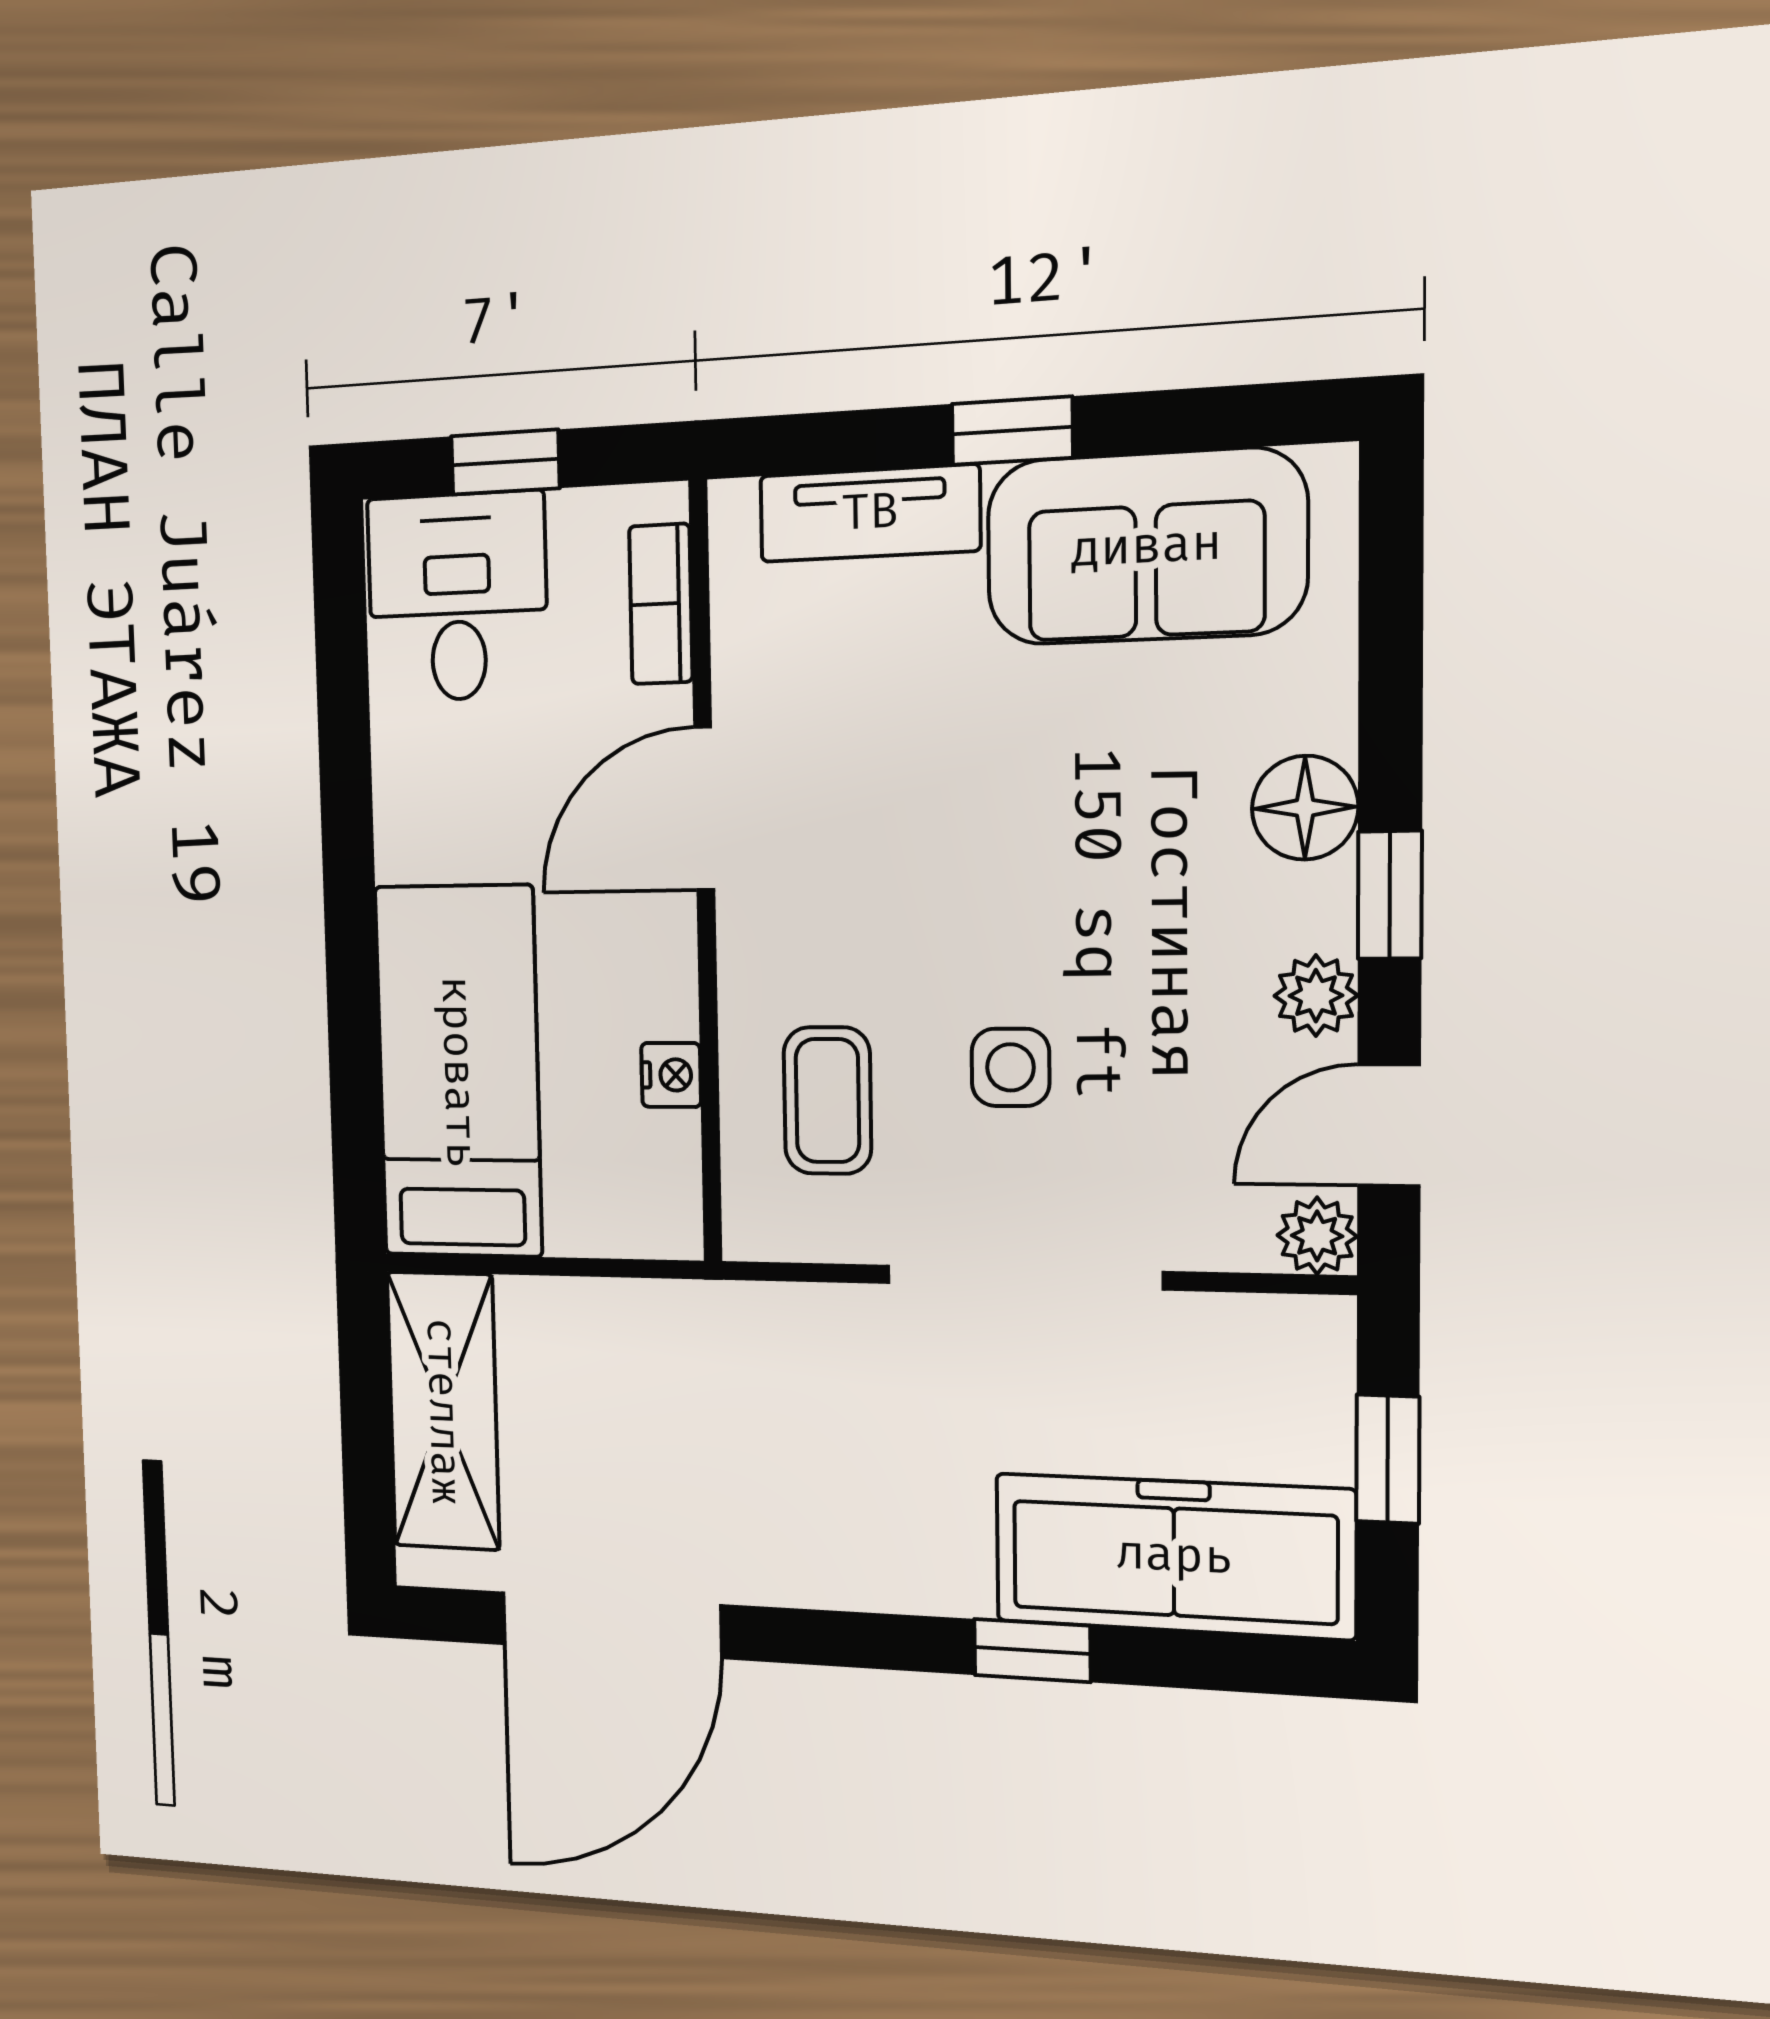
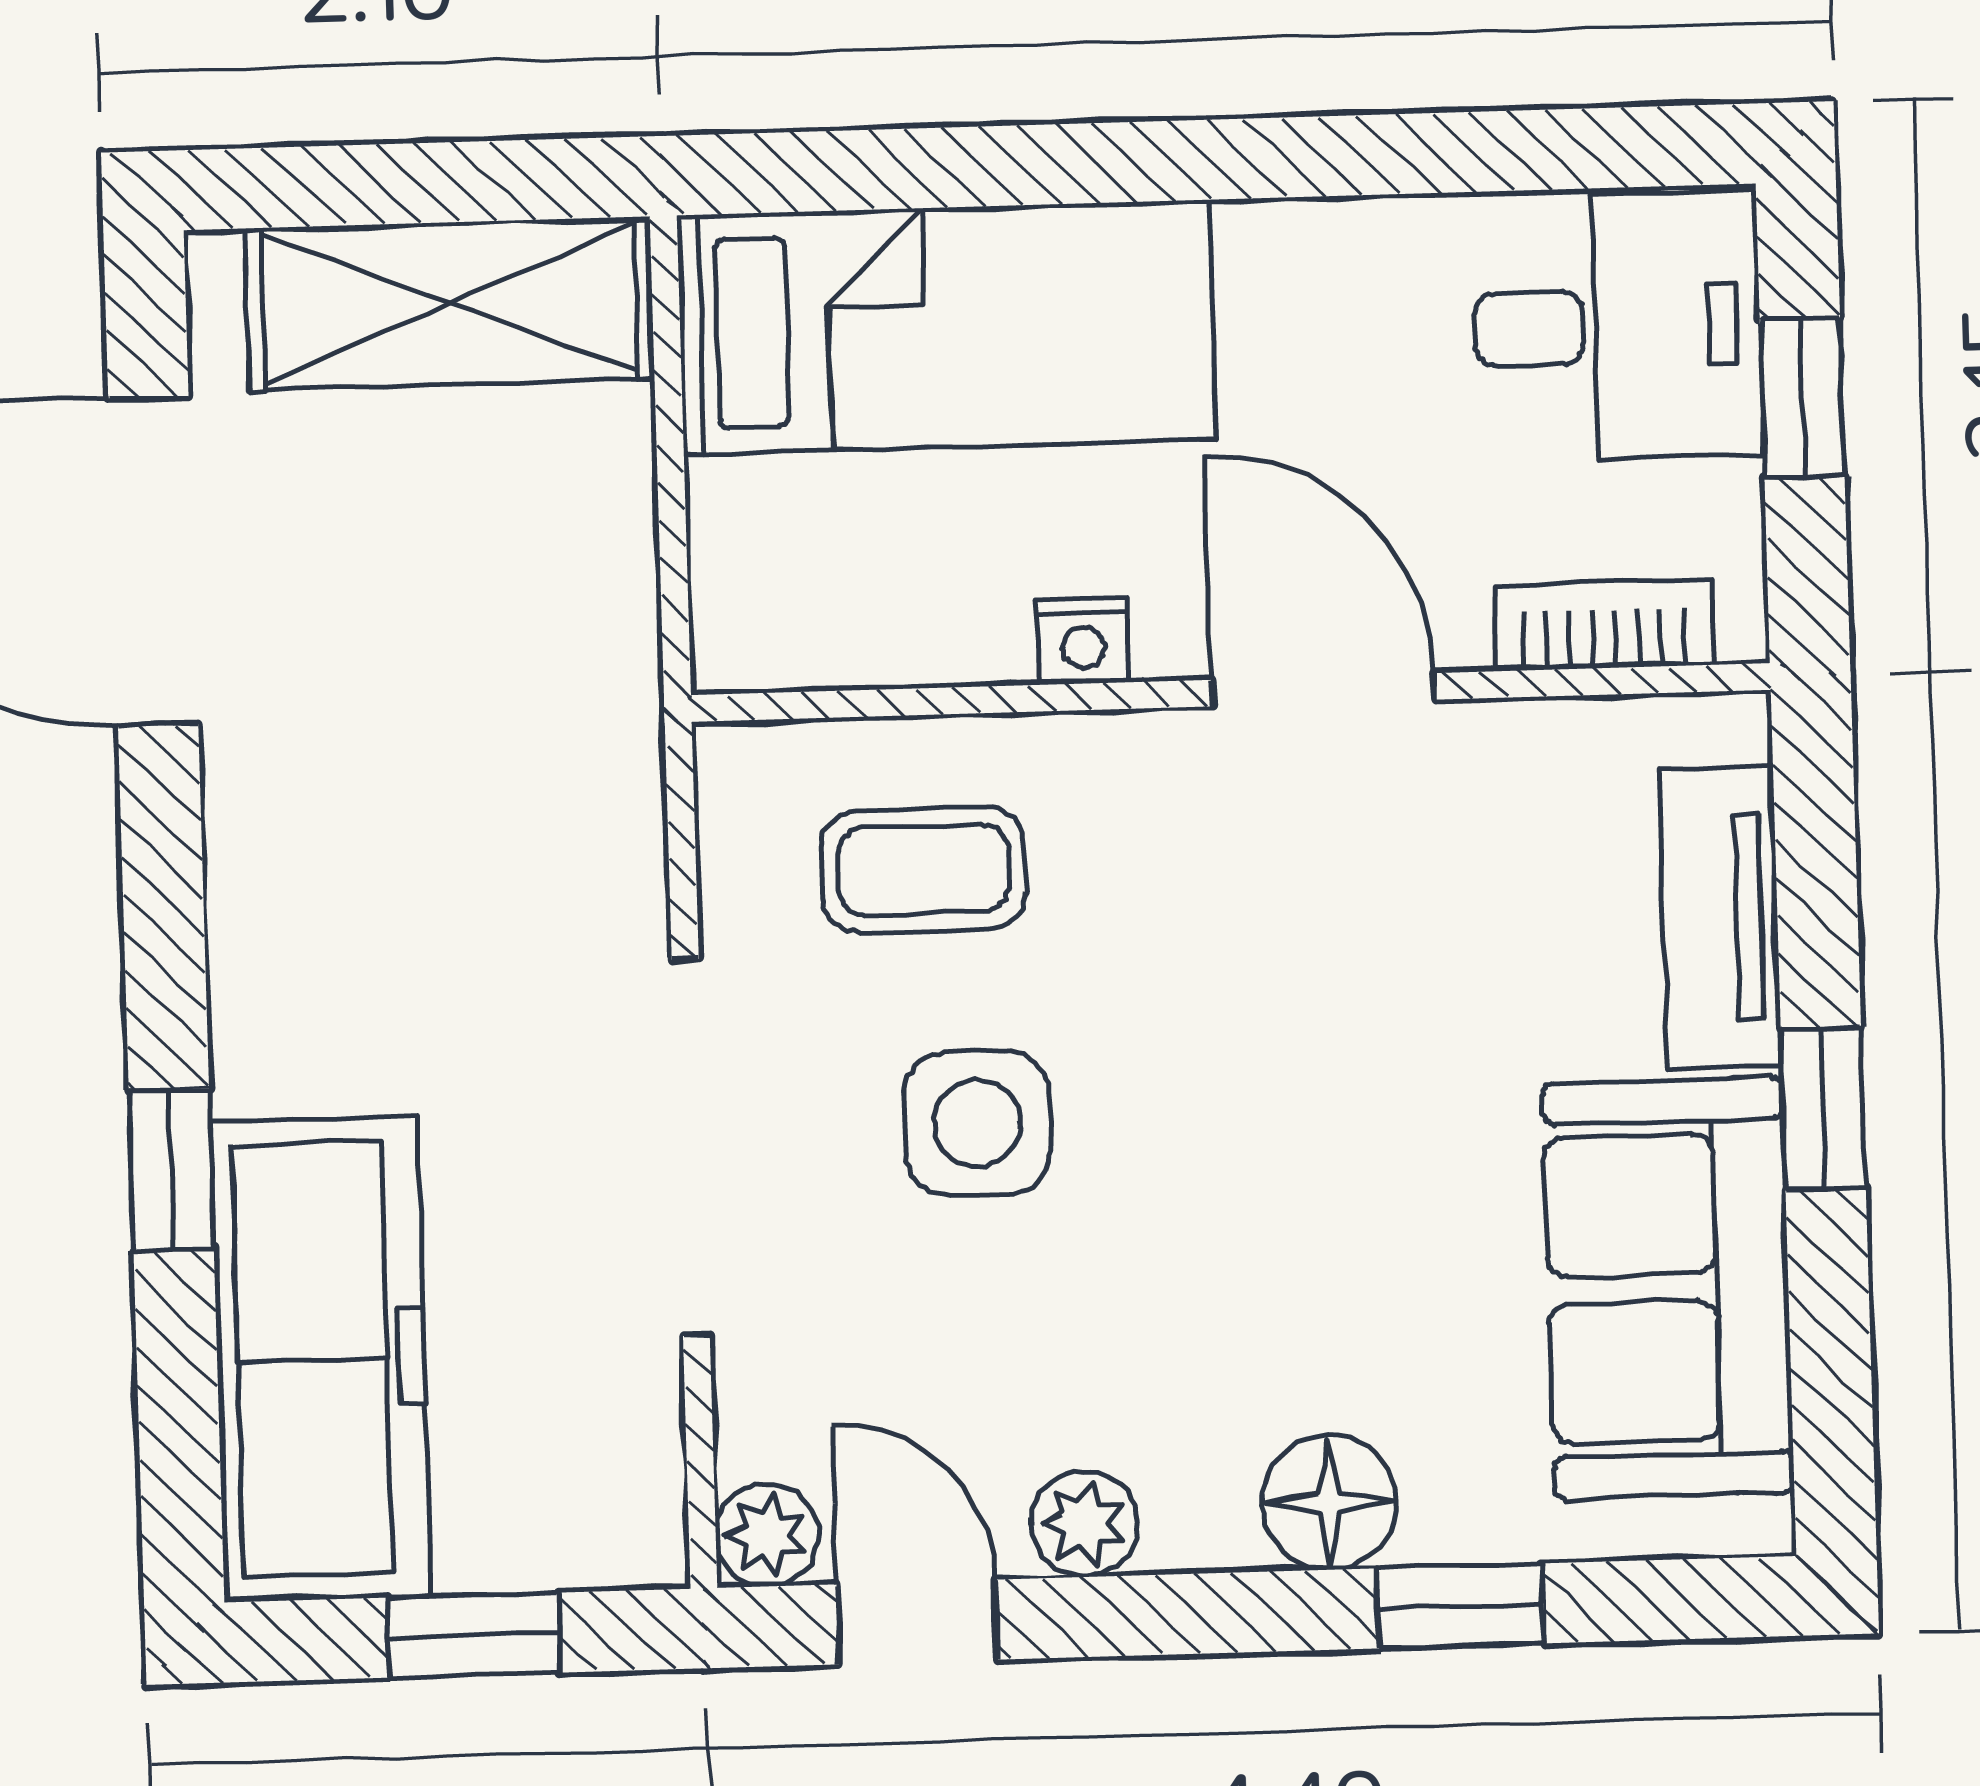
window: (1390, 895) -> (1461, 1606), moved
side table: (1010, 1067) -> (977, 1123), width x1.37, depth x1.37
nightstand: (671, 1075) -> (1083, 641), moved

